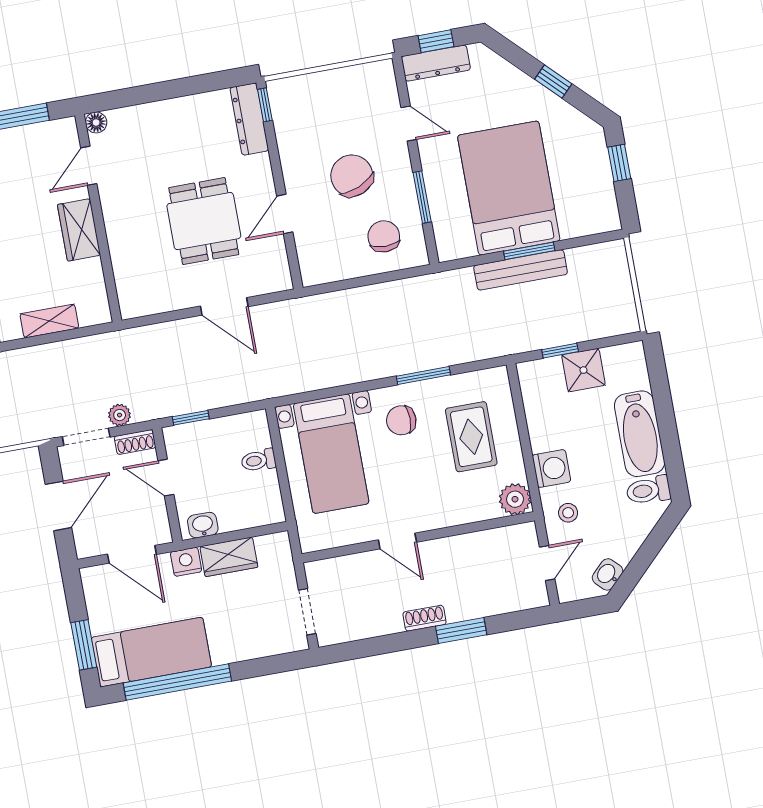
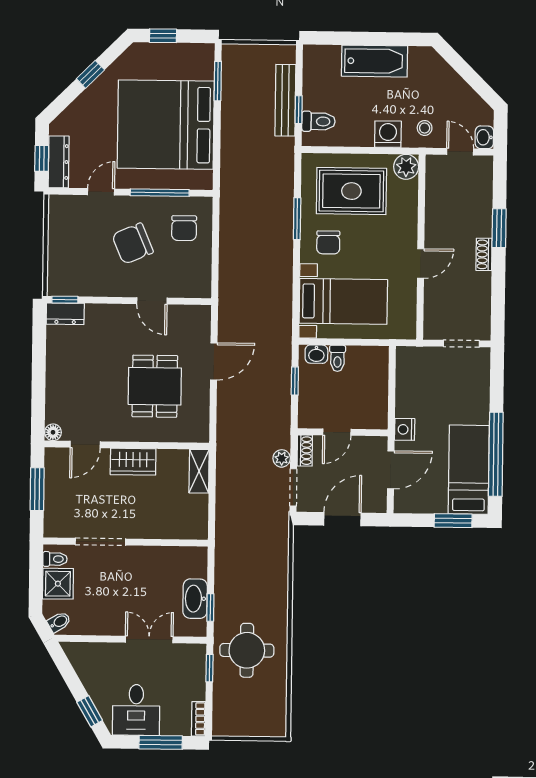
dresser: (249, 119) -> (65, 314), width x0.70
door: (89, 166) -> (85, 444), hinge flipped
bed: (509, 188) -> (166, 125), width x1.36
window: (422, 197) -> (160, 193), width x1.44
dining table: (204, 221) -> (155, 386), moved, turned 90
chair: (384, 236) -> (184, 228), turned -90
window: (529, 251) -> (218, 81), moved
bench: (521, 270) -> (285, 100), moved
shelving: (49, 321) -> (199, 471), moved
shower: (583, 370) -> (317, 95), removed
window: (191, 418) -> (295, 381), moved
rug: (471, 437) -> (351, 191), width x1.36, depth x1.43
toilet: (648, 490) -> (318, 121), moved, turned -90
door: (58, 506) -> (342, 519), hinge flipped
washbasin: (203, 525) -> (316, 354), moved, turned -90
wardrobe: (229, 557) -> (407, 396), removed
washbasin: (608, 574) -> (484, 137), moved, turned 45

